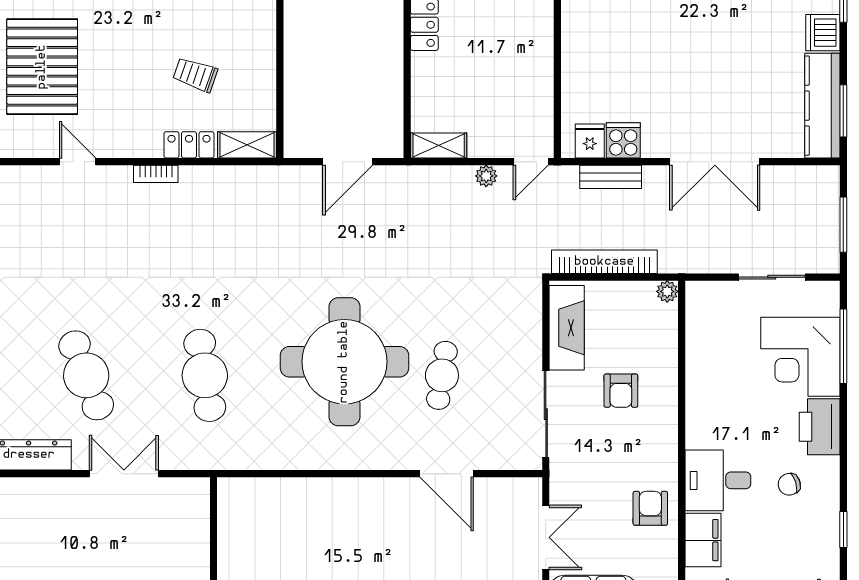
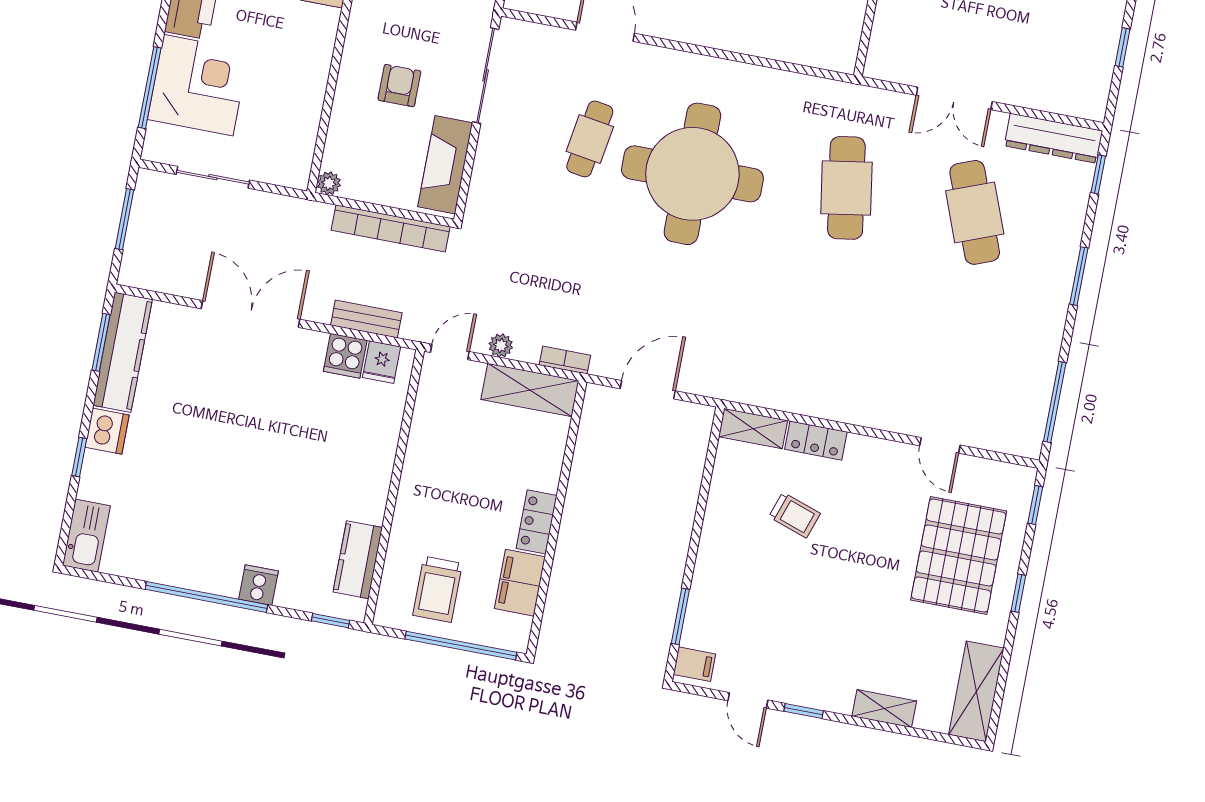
shelving: (439, 145) -> (530, 390), width x1.50, depth x1.33
bookcase: (156, 174) -> (565, 360), moved

